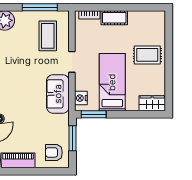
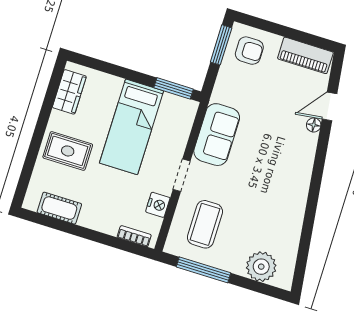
cot: (114, 18) -> (59, 208), moved
nightstand: (81, 98) -> (158, 205), moved
wardrobe: (152, 103) -> (69, 92), moved, turned -90
window: (72, 138) -> (221, 45), moved

